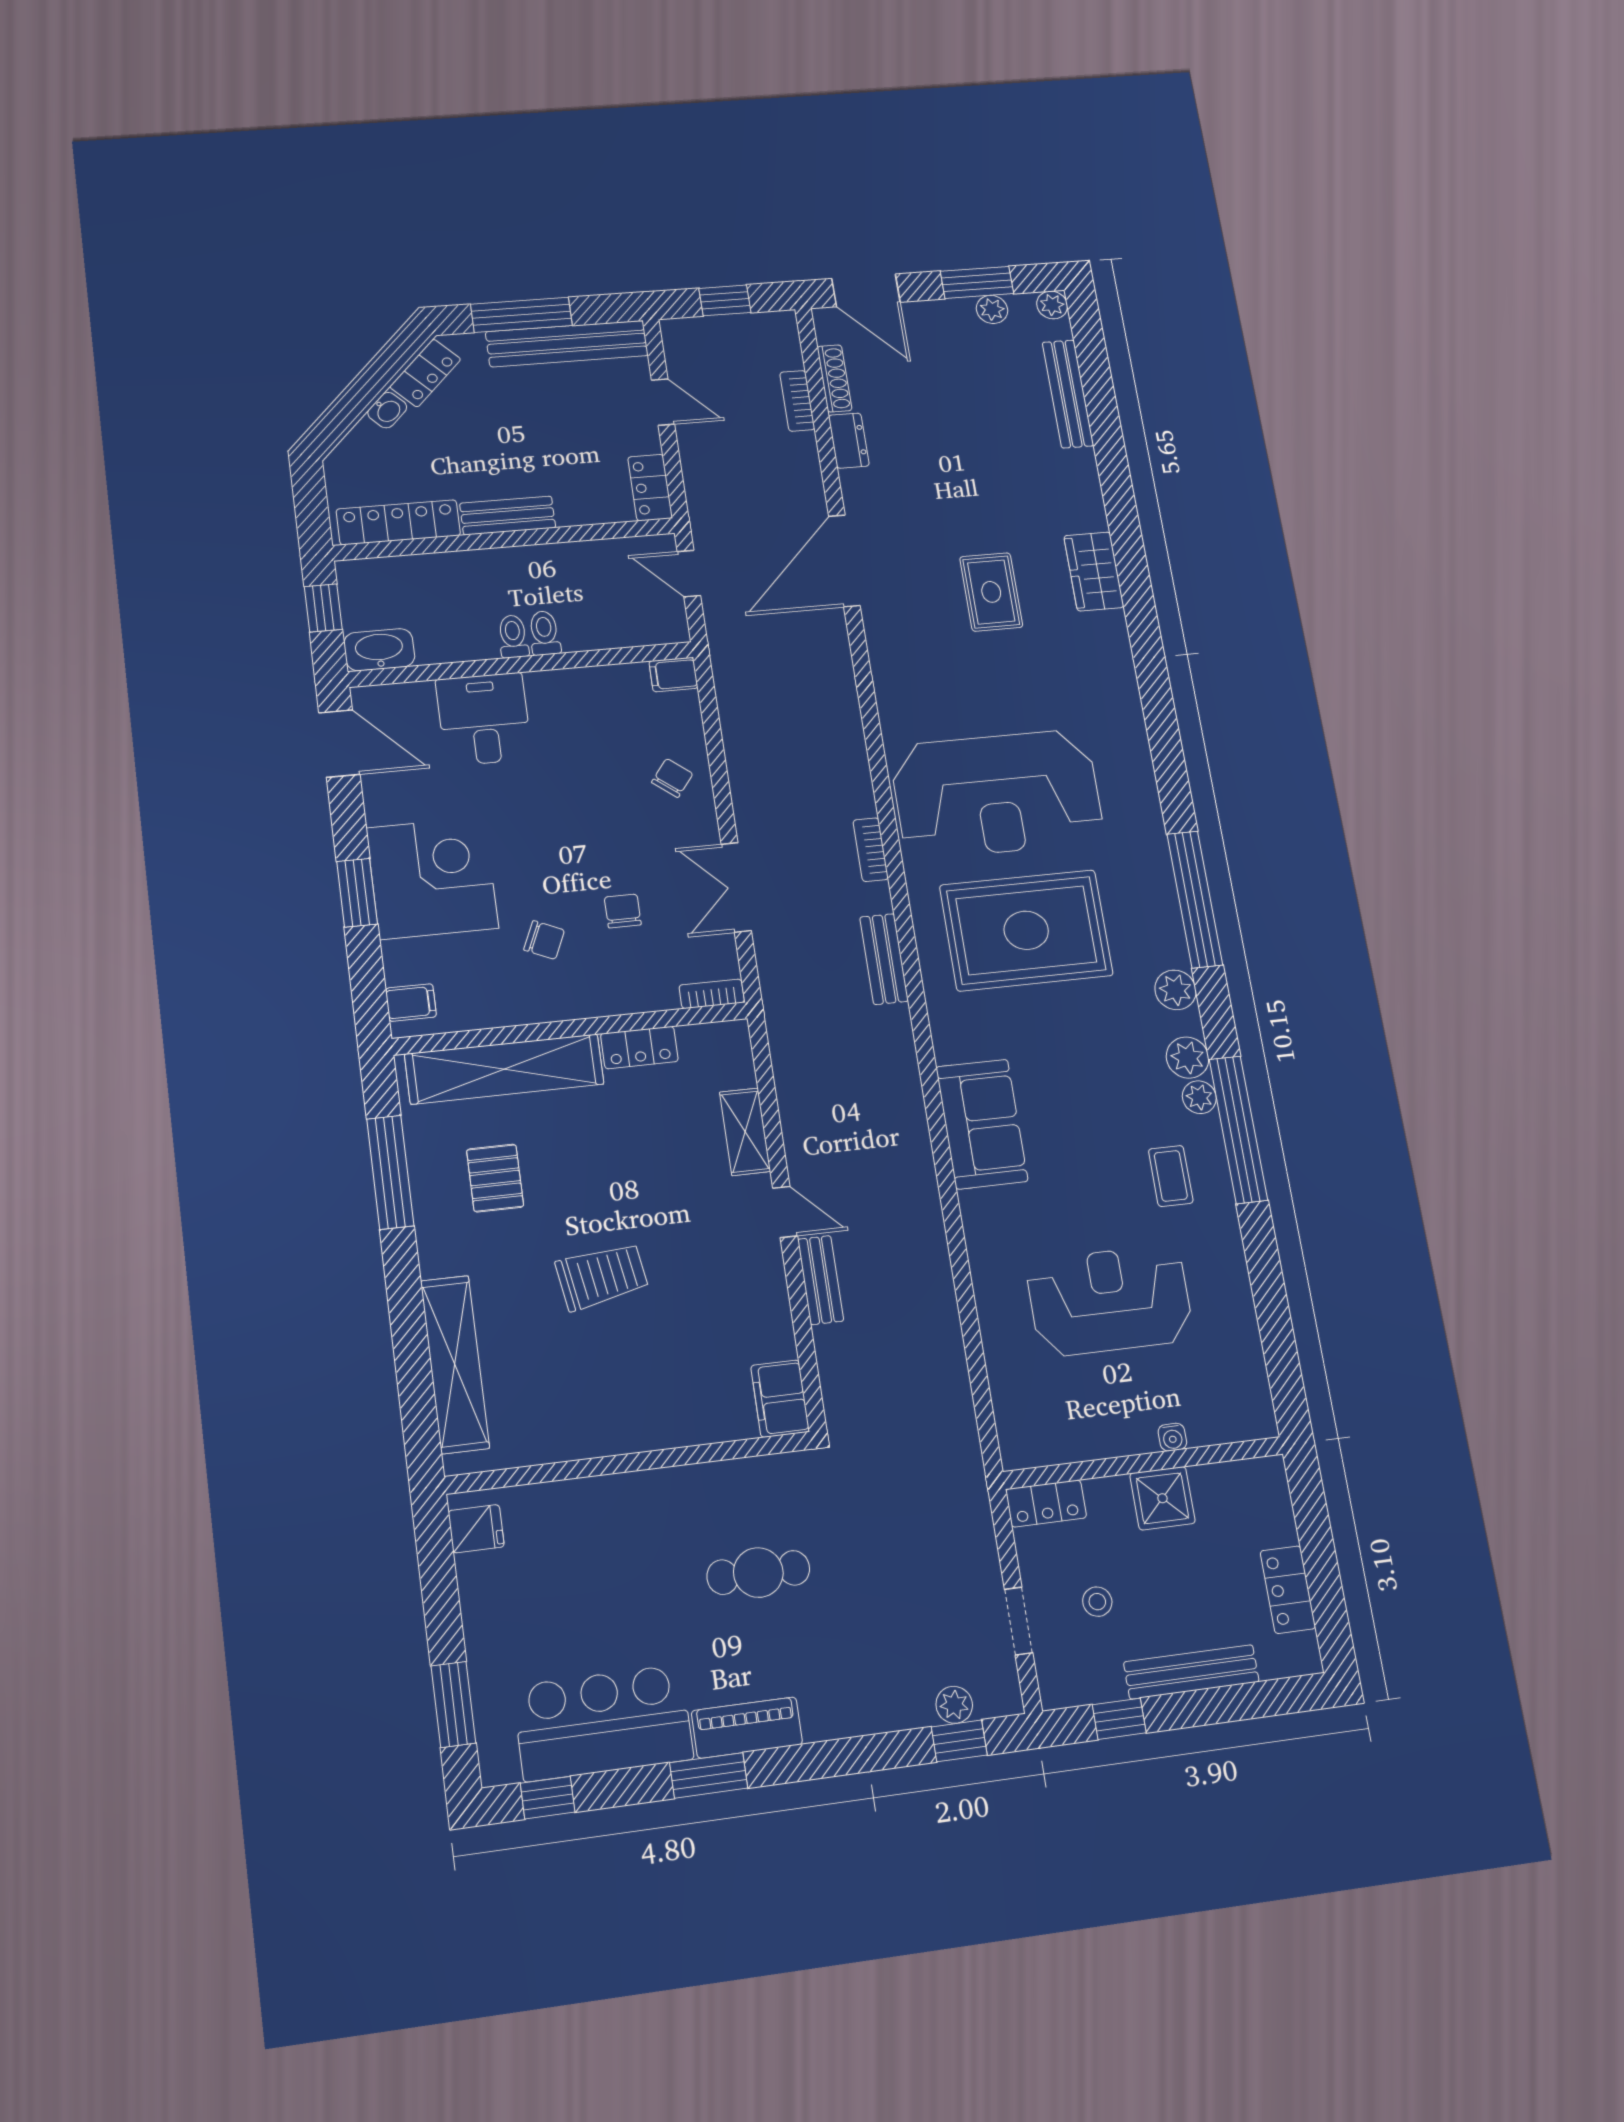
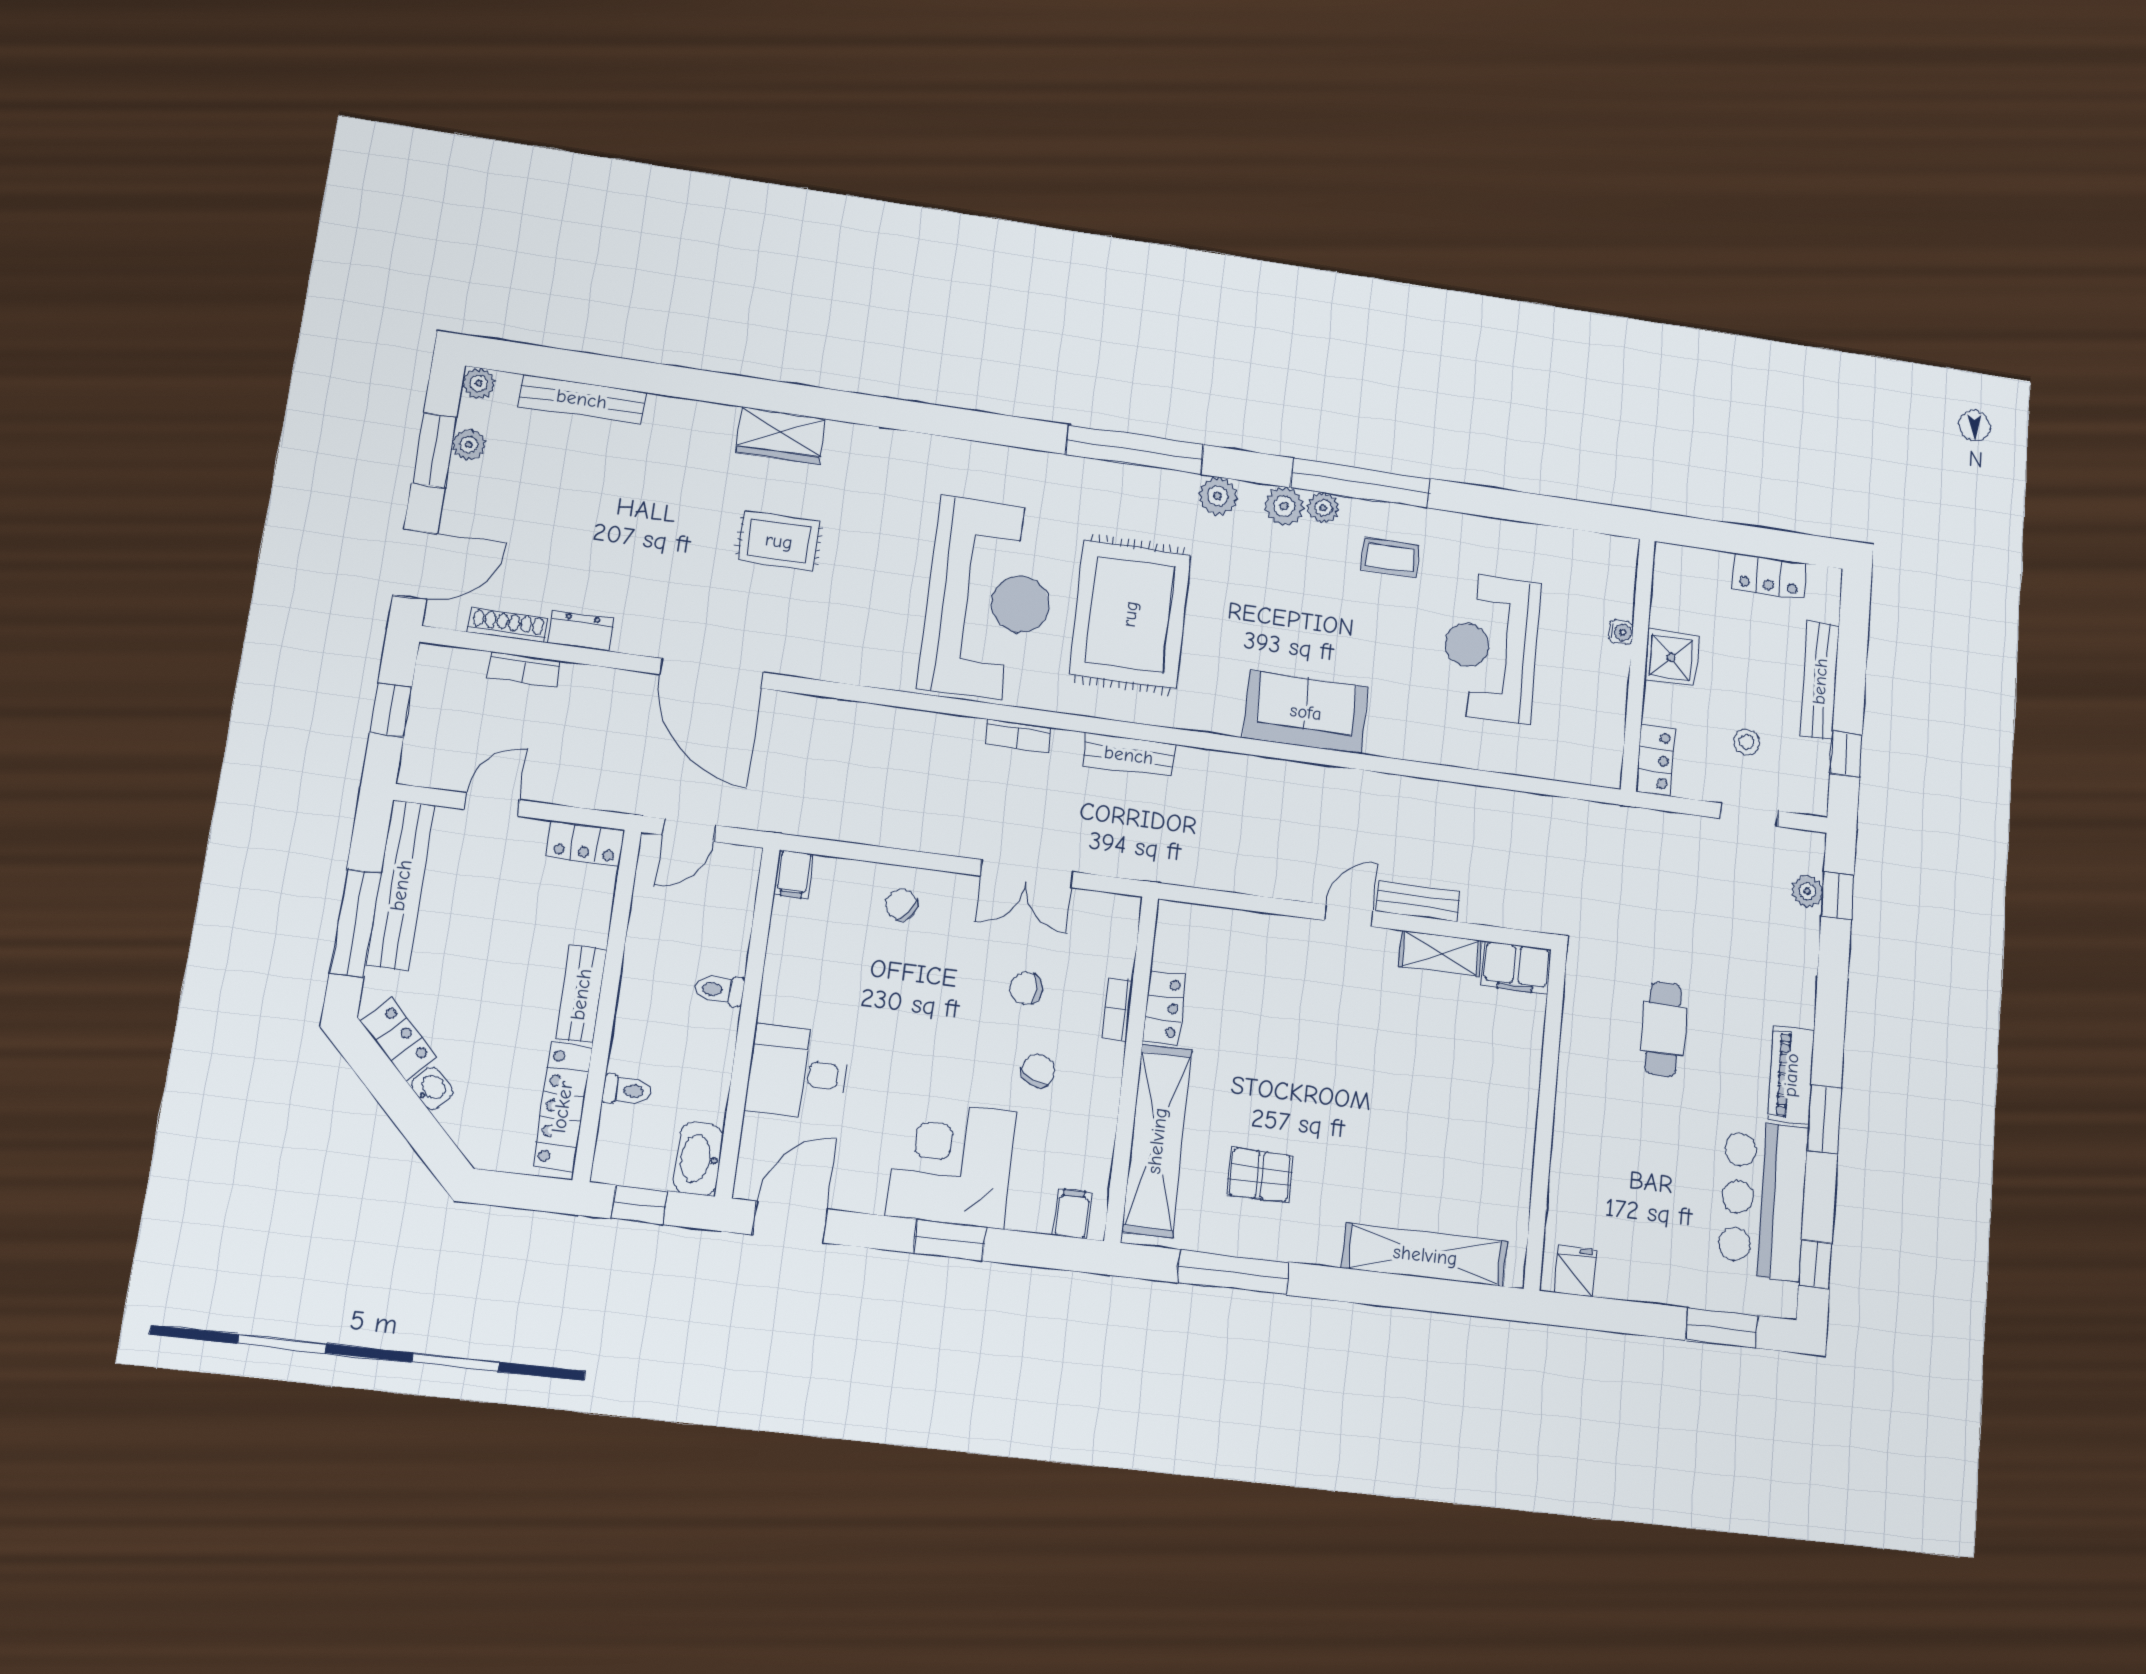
toilet: (513, 636) -> (627, 1090), moved, turned 180
bookcase: (712, 994) -> (1117, 1009), moved
shelving: (745, 1132) -> (1441, 954), moved
trolley: (602, 1276) -> (1372, 1099), removed

